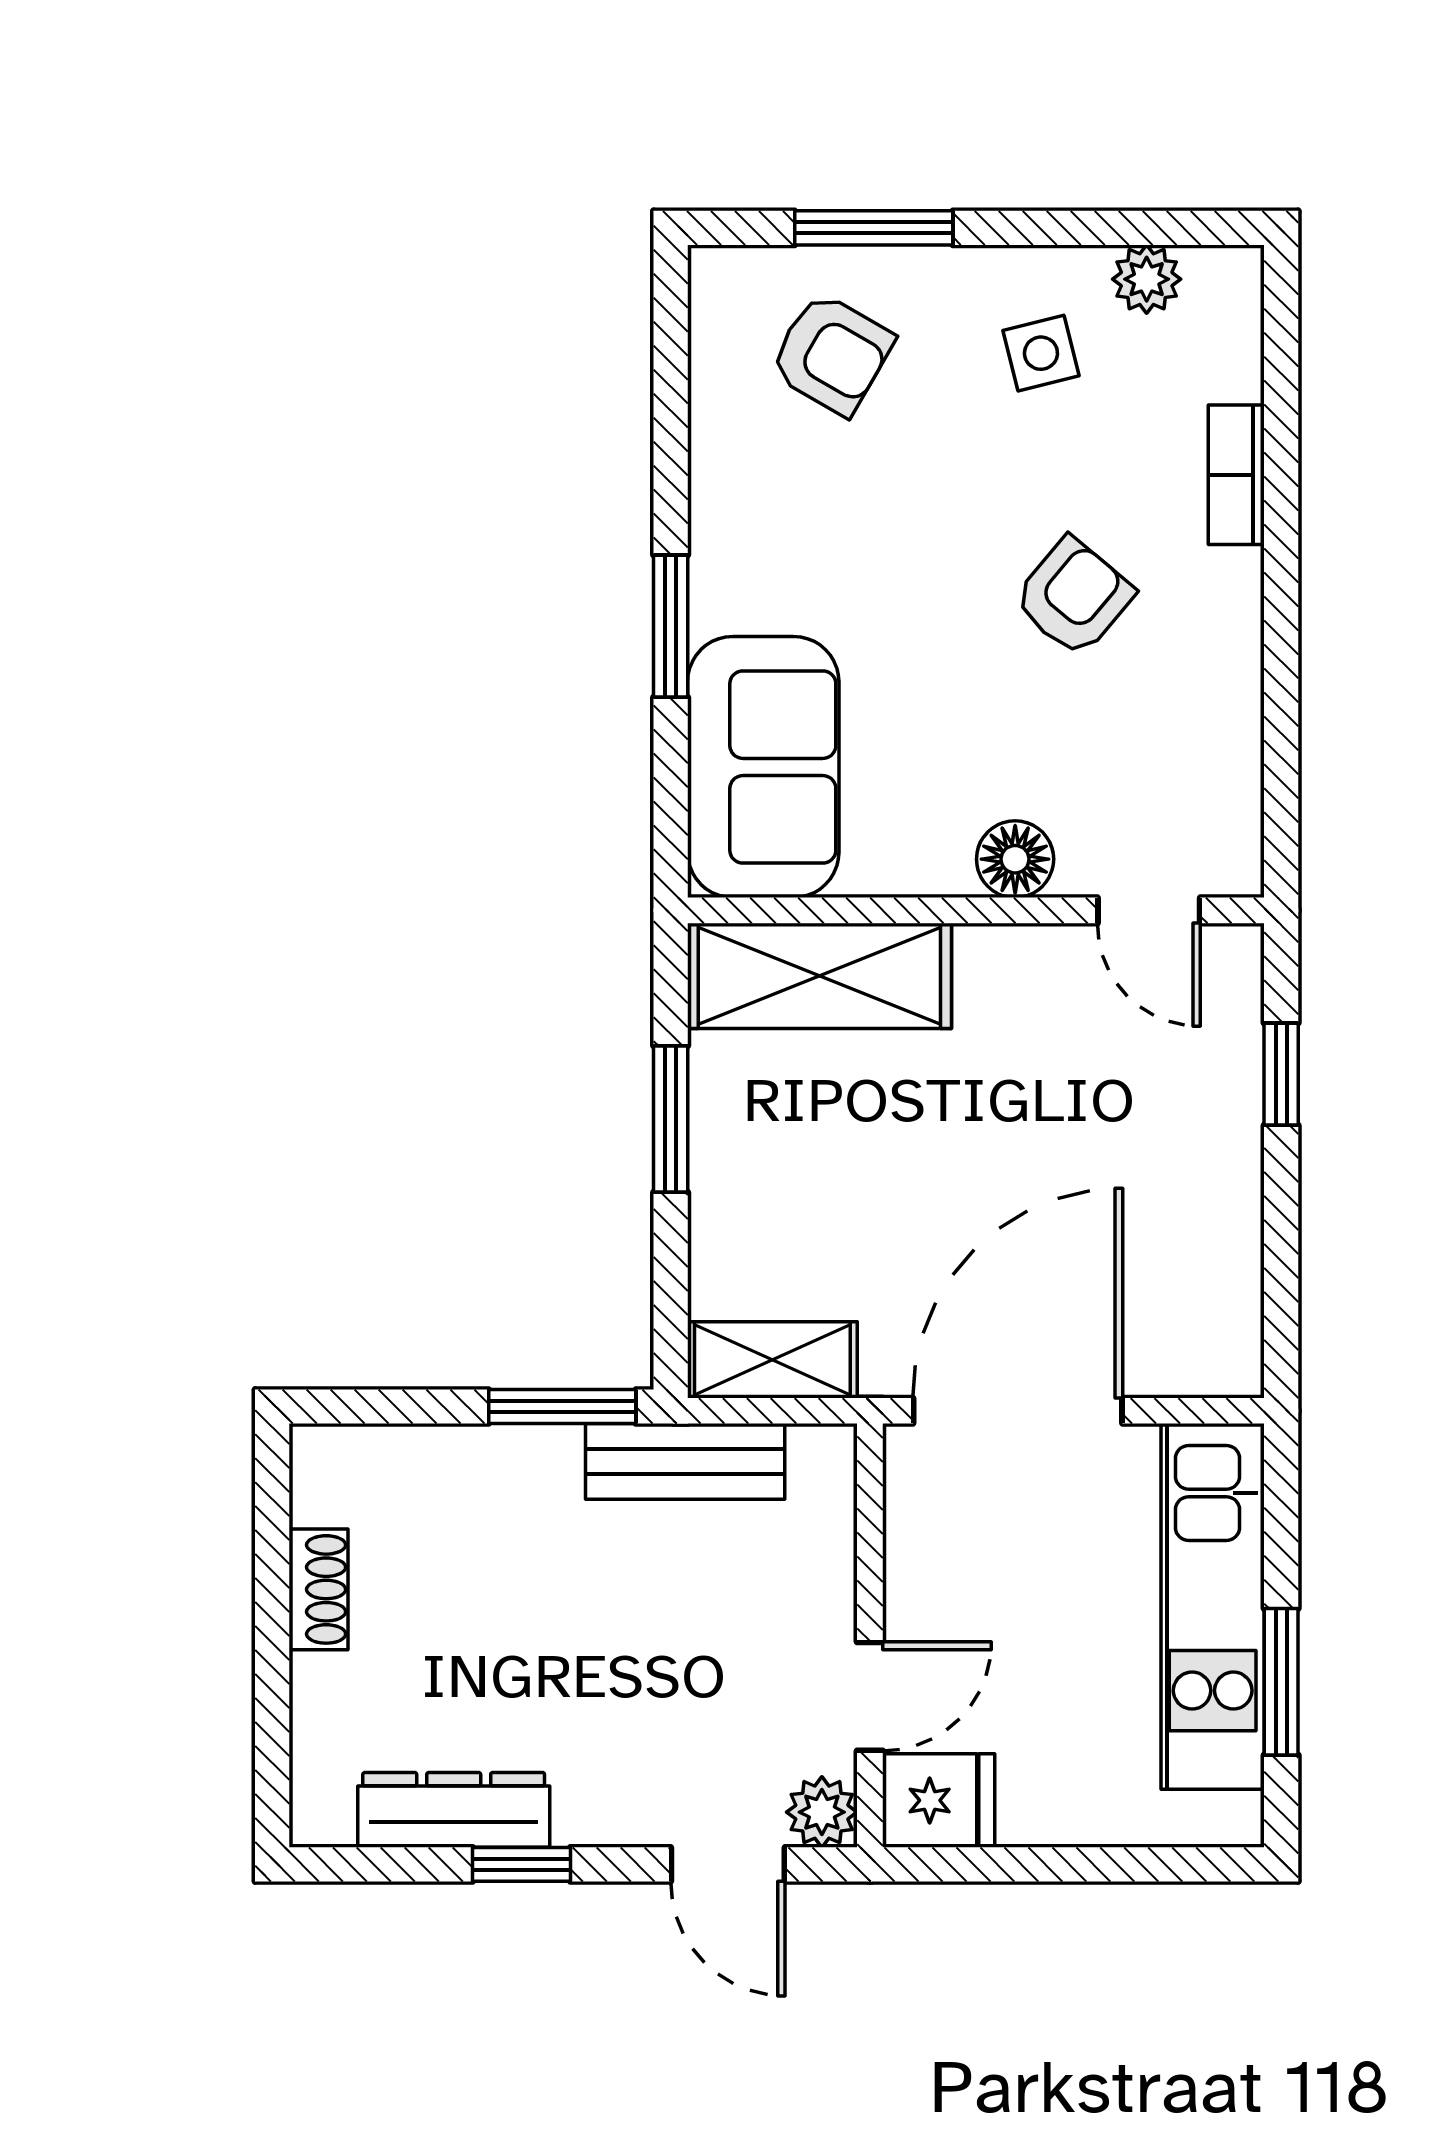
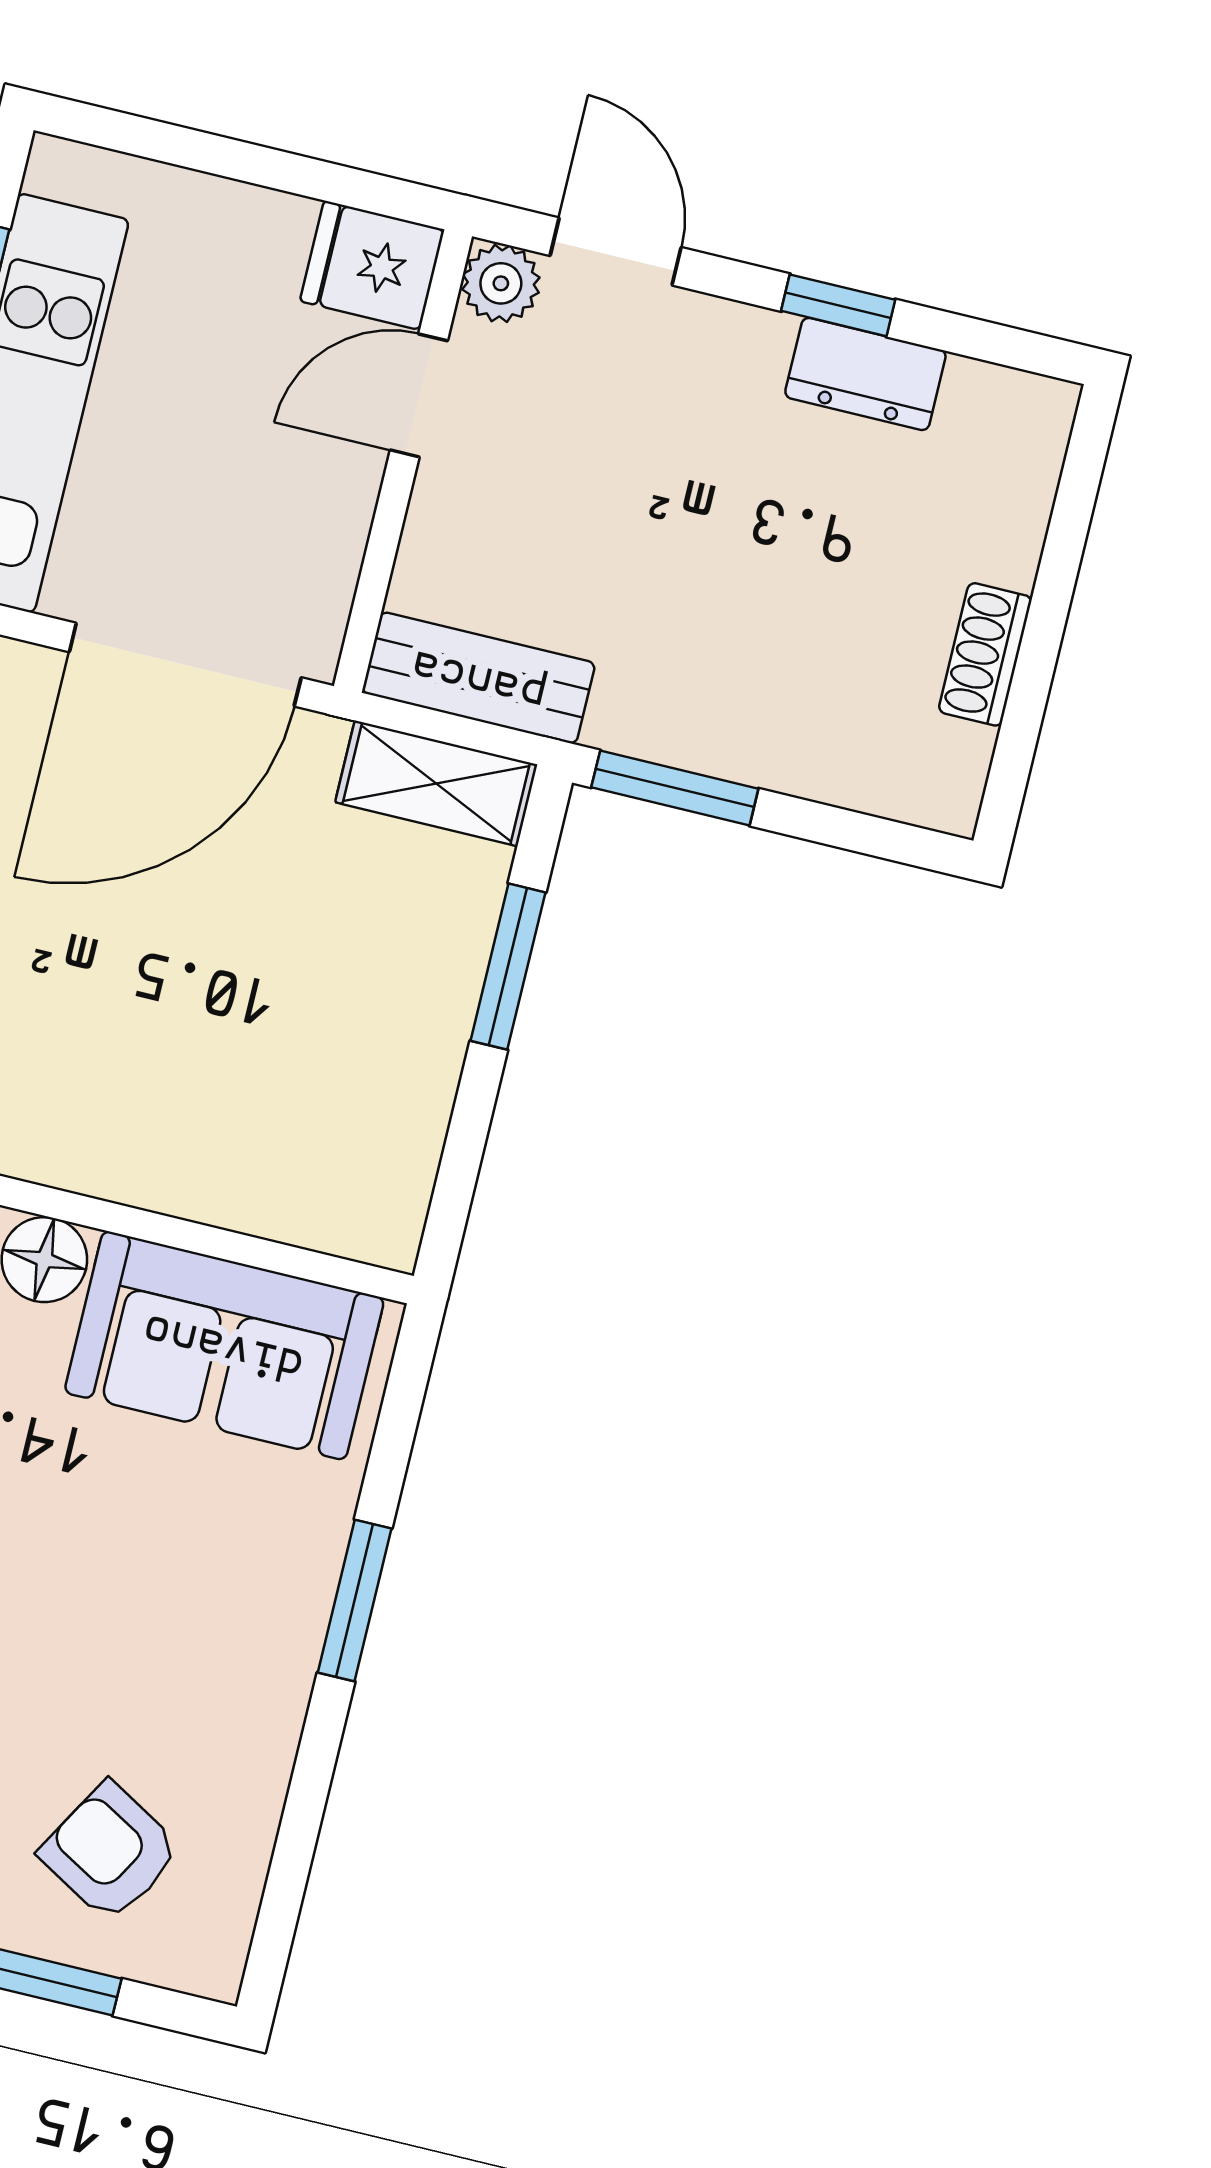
sofa: (763, 767) -> (224, 1345), moved, turned -90
shelving: (819, 976) -> (285, 1185), removed
window: (671, 1119) -> (508, 967), moved
bench: (685, 1461) -> (479, 678), moved
dresser: (454, 1810) -> (865, 374), width x0.70

